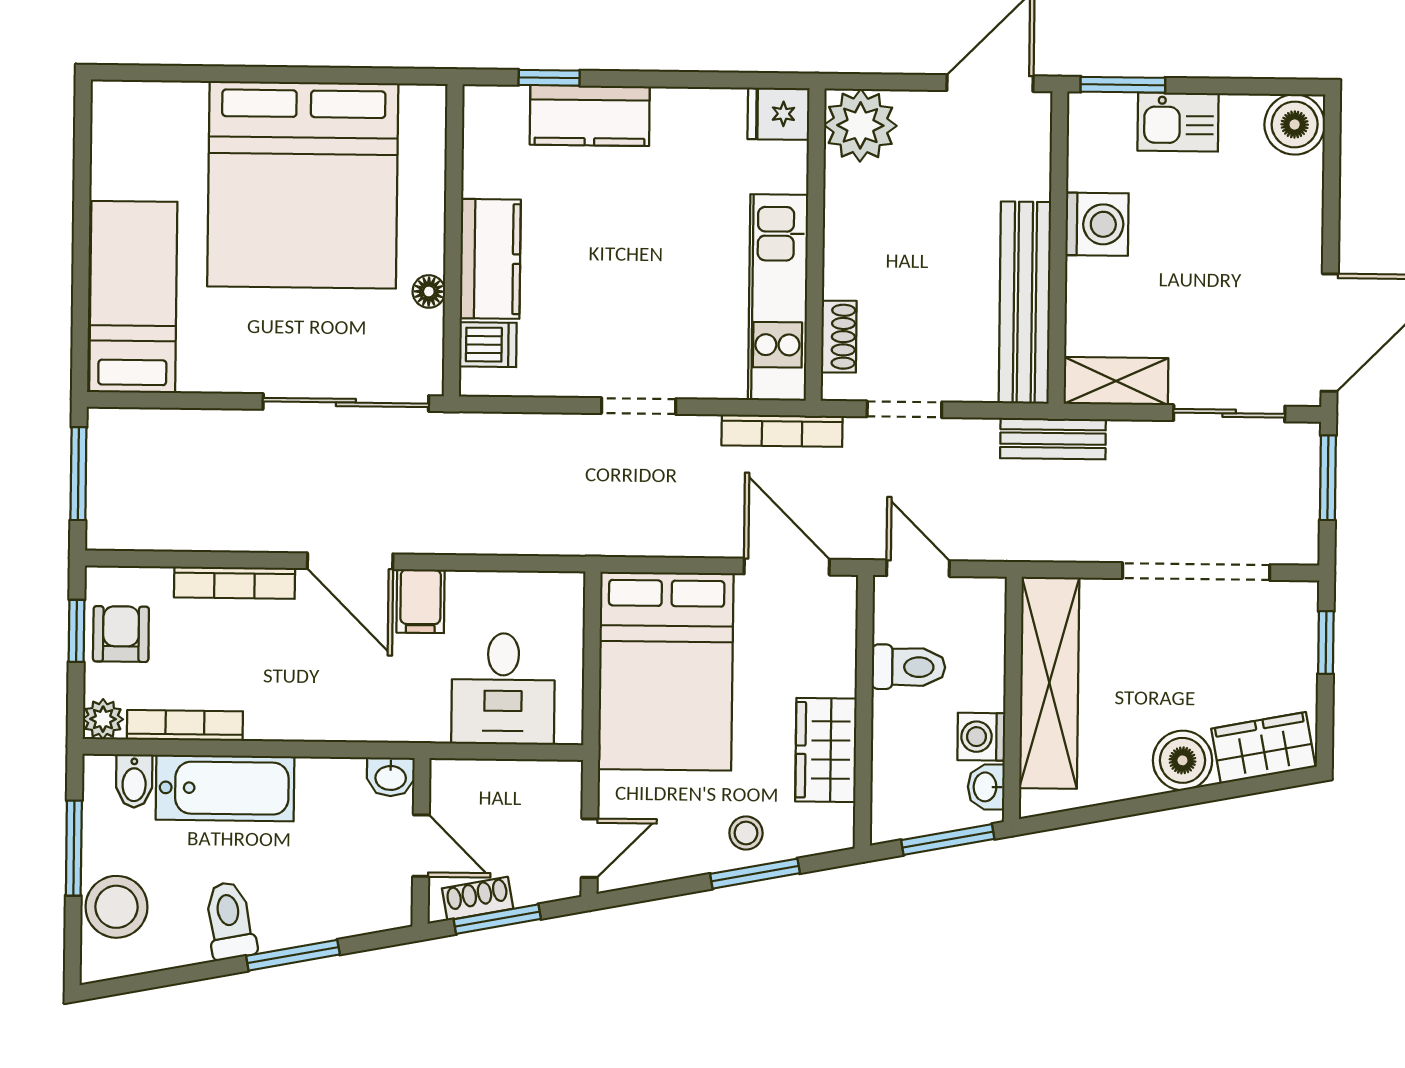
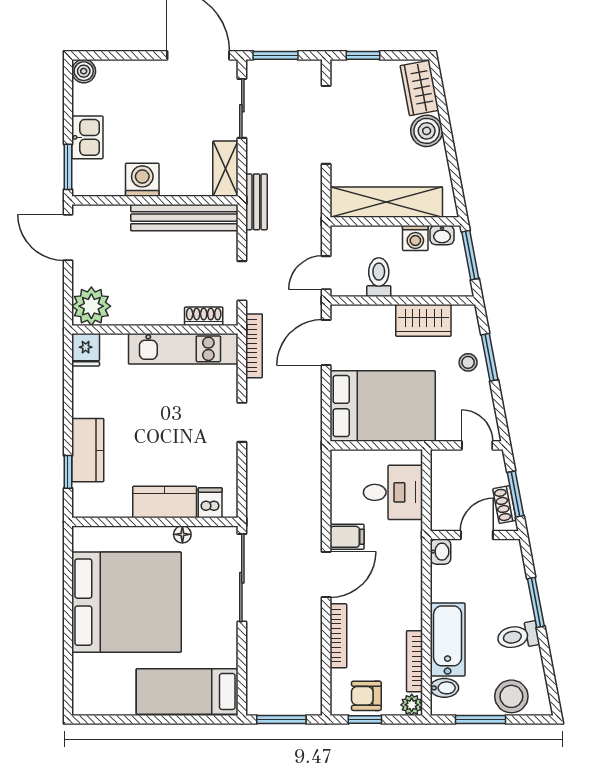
boiler: (1295, 124) -> (84, 71), width x0.73, depth x0.73

